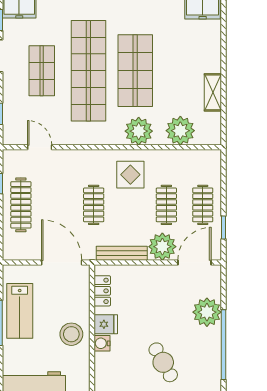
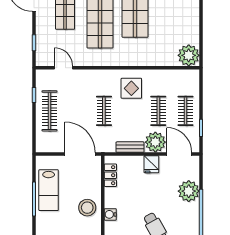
shelving: (213, 92) -> (193, 27), removed
plant: (139, 131) -> (138, 56), removed
plant: (180, 131) -> (189, 55), moved
bench: (122, 253) -> (130, 147), width x0.73
door: (194, 263) -> (179, 154), hinge flipped
fridge: (106, 324) -> (151, 164), moved, turned 90

